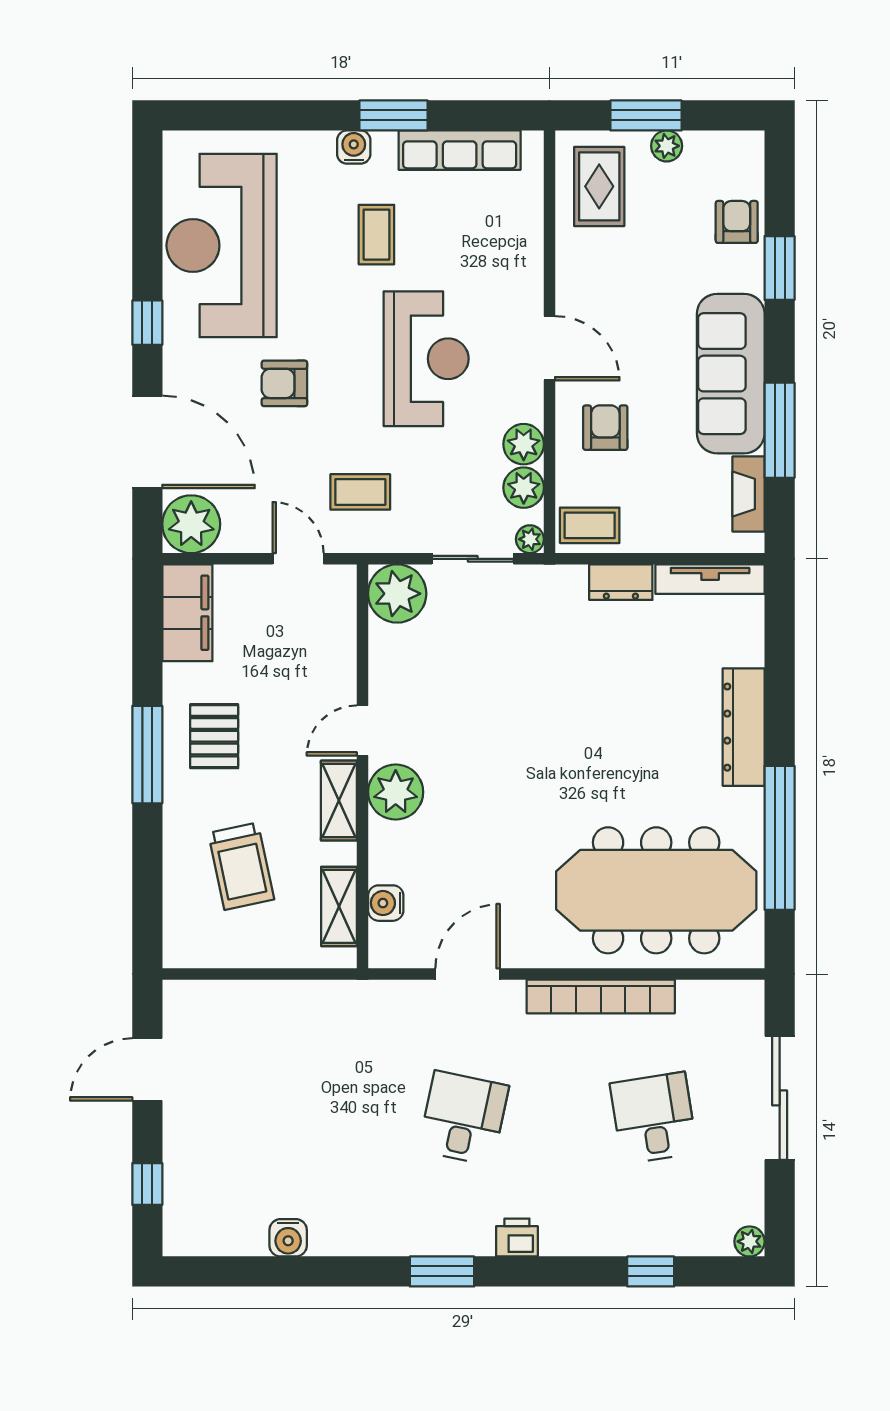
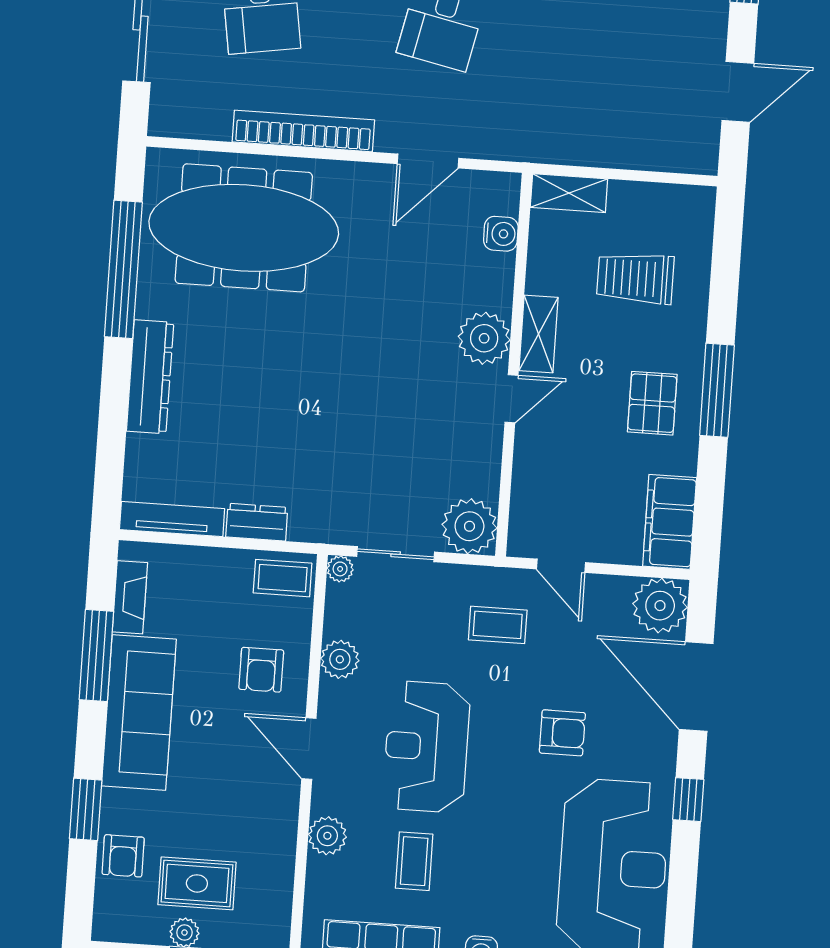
rug: (599, 186) -> (197, 883), moved, turned 90
coffee table: (376, 235) -> (414, 861), moved
plant: (524, 488) -> (327, 836), moved
trolley: (241, 866) -> (635, 278), turned -78
shelving: (339, 906) -> (569, 193), moved, turned 90

